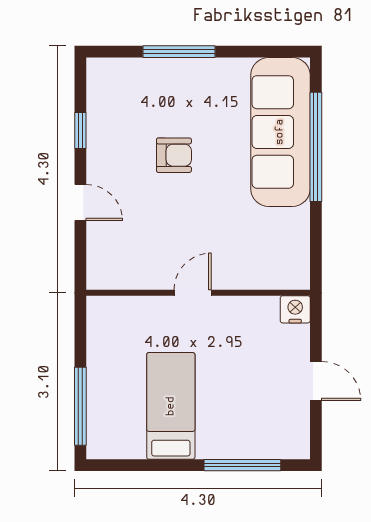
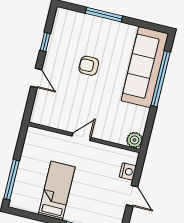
armchair: (174, 155) -> (89, 66), turned 180
plant: (295, 274) -> (135, 140), added
nightstand: (295, 309) -> (128, 172), moved, turned 90

